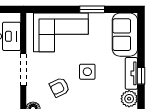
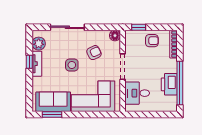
window: (92, 9) -> (52, 114), moved
sofa: (125, 35) -> (53, 102), moved, turned -90

